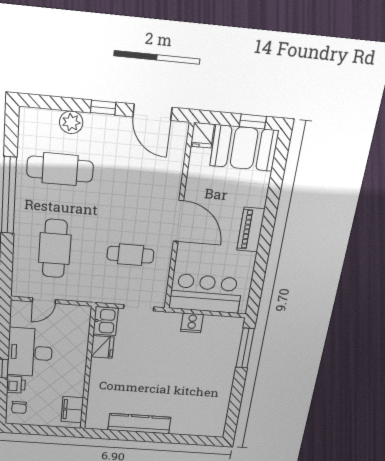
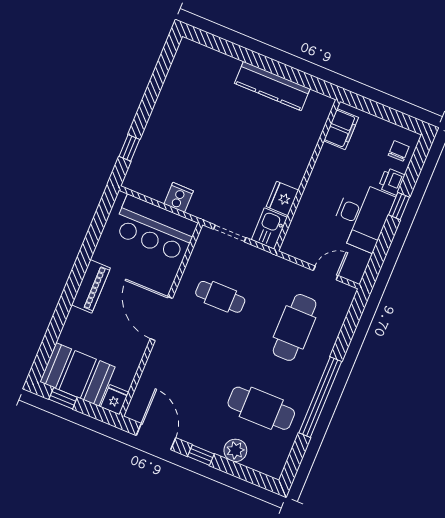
window: (245, 348) -> (129, 148), width x0.46

